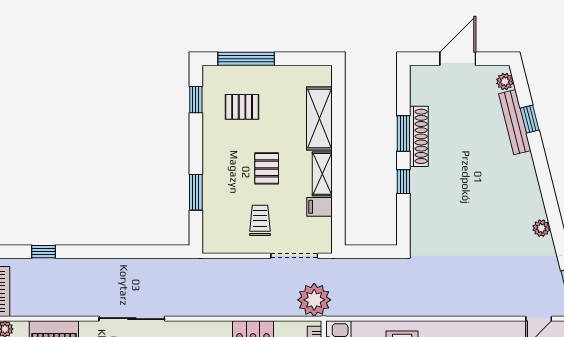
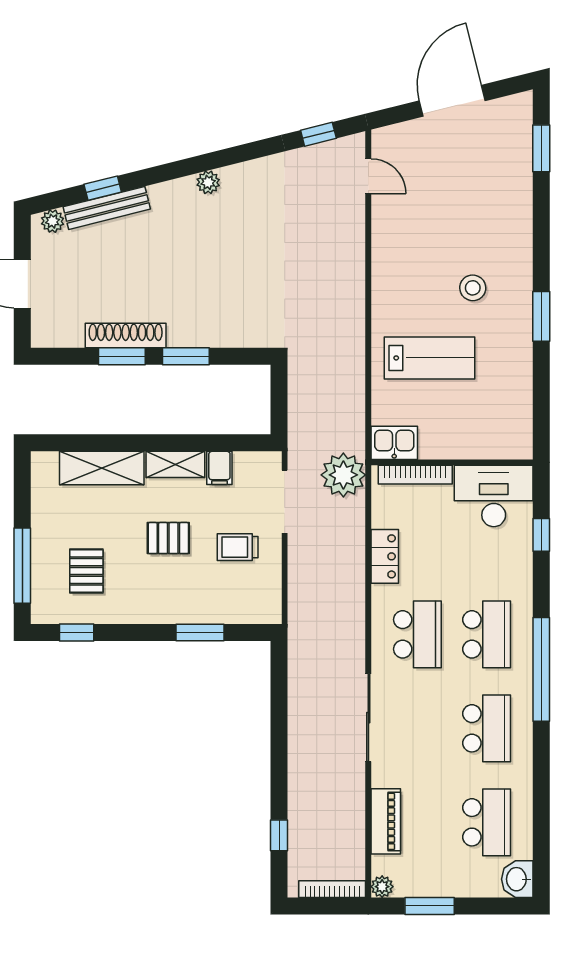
window: (403, 182) -> (186, 356), width x1.50
plant: (541, 228) -> (208, 182), moved

